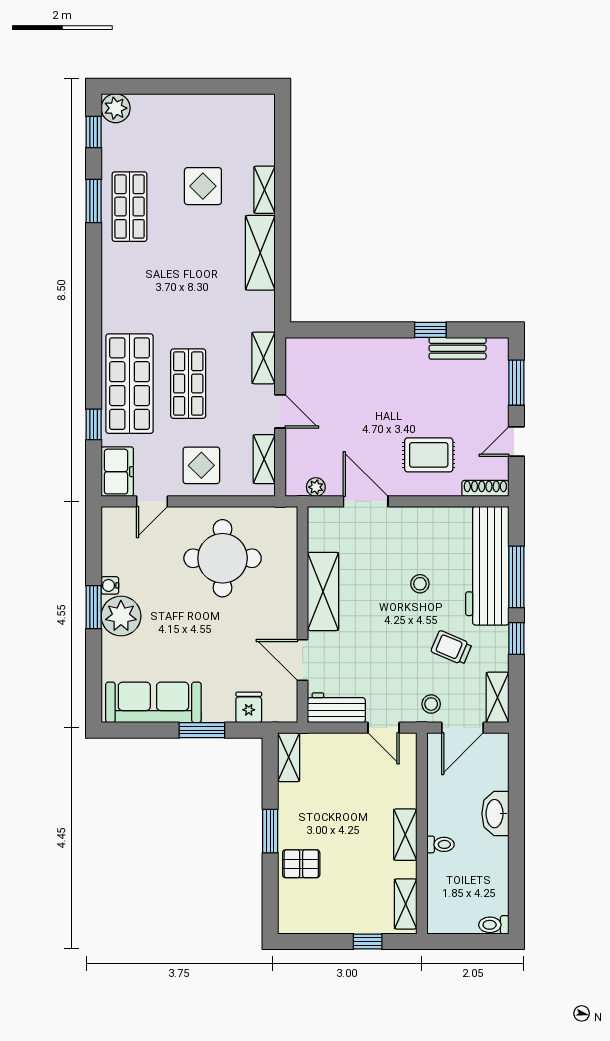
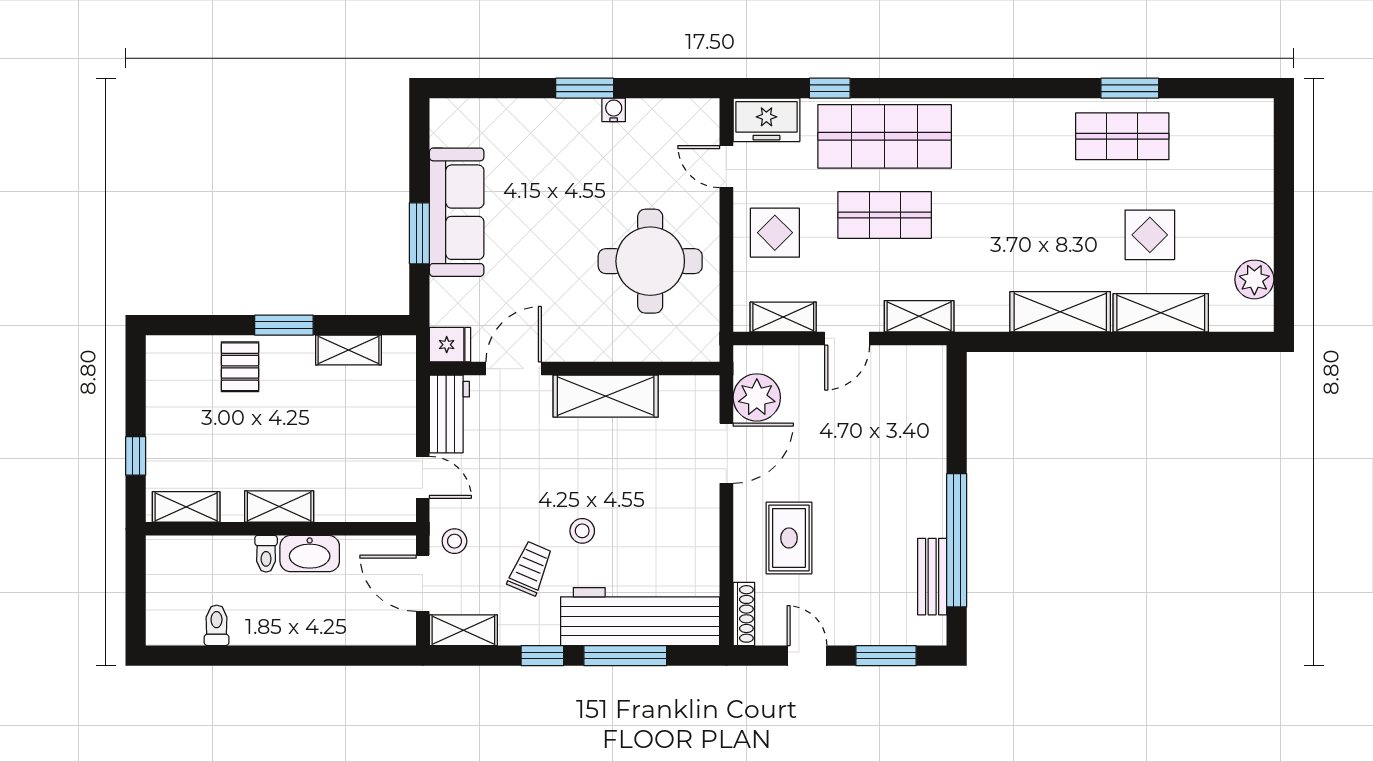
plant: (116, 108) -> (1254, 279), moved
window: (94, 132) -> (1222, 88), removed
shelving: (265, 190) -> (1161, 313), width x1.50, depth x1.33
window: (430, 330) -> (957, 540), width x3.17
plant: (316, 487) -> (757, 397), width x1.88, depth x1.88
stool: (420, 584) -> (582, 531), moved
plant: (121, 616) -> (573, 125), removed
sofa: (153, 702) -> (457, 212), moved
fridge: (249, 707) -> (450, 345), moved
door: (384, 728) -> (423, 477), swing flipped
shelving: (289, 757) -> (349, 350), moved
washbasin: (495, 814) -> (310, 554), moved, turned 180
toilet: (494, 925) -> (217, 625), moved

